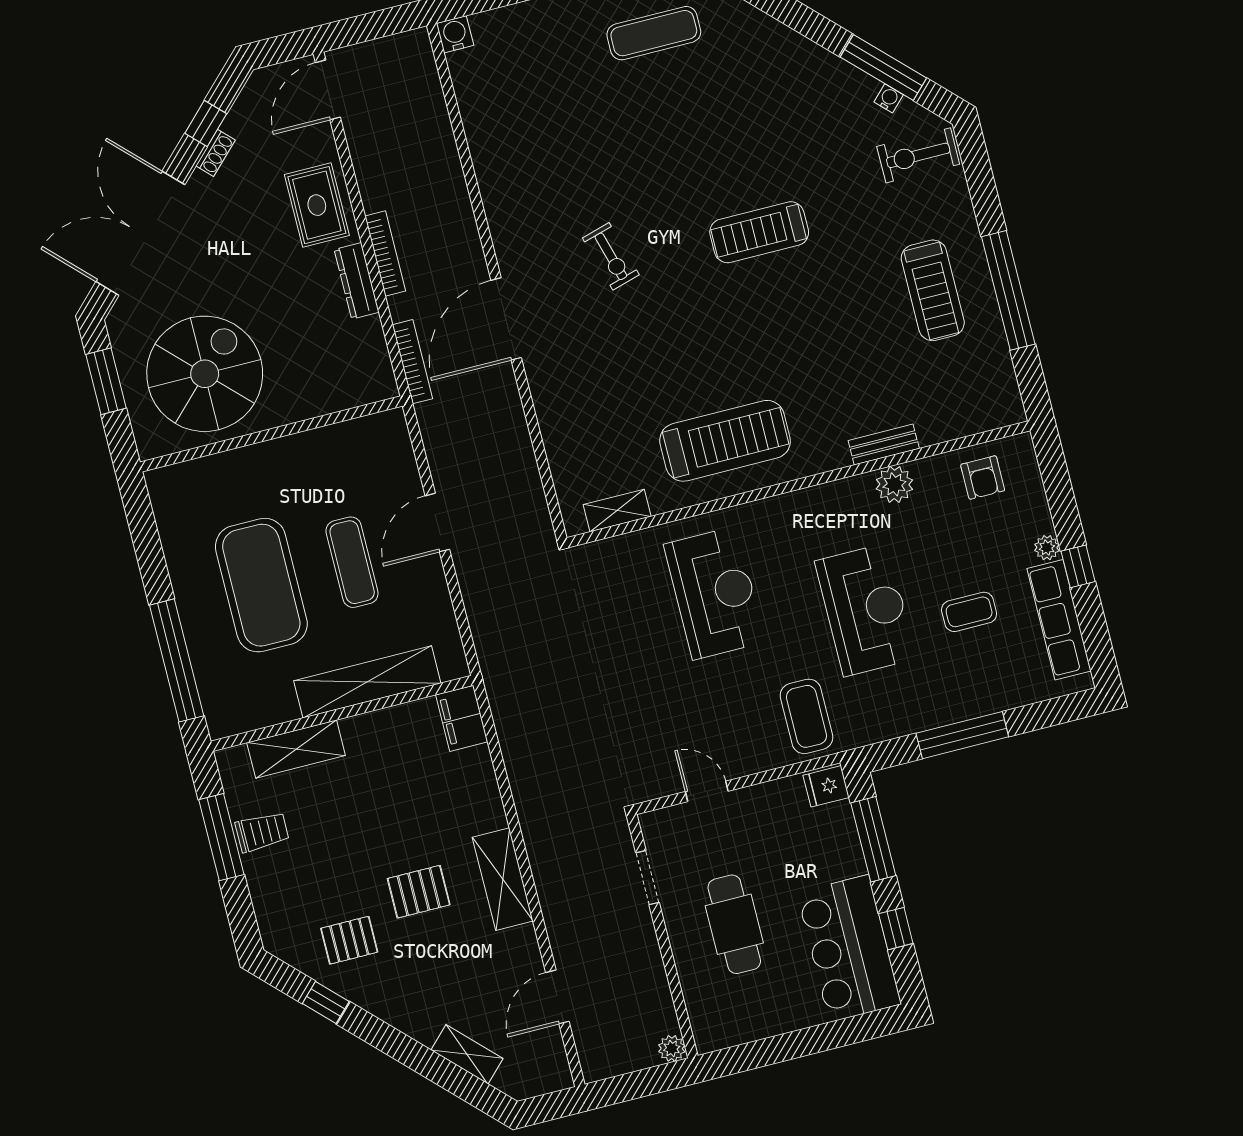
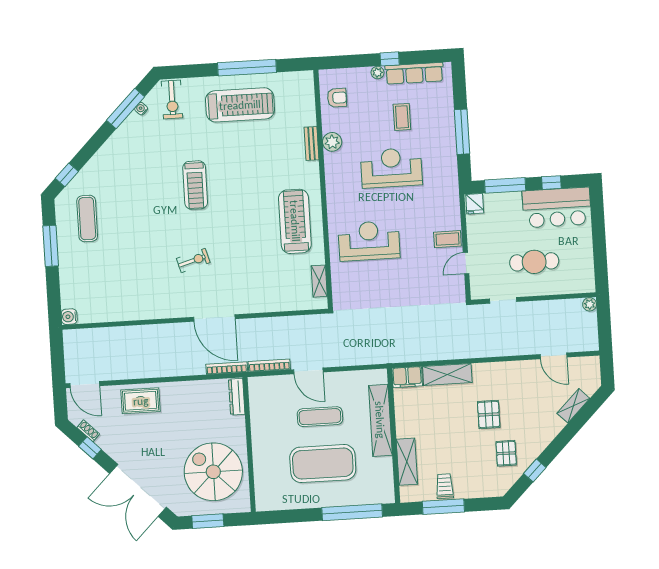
shoe rack: (215, 153) -> (88, 431), moved
bookcase: (385, 253) -> (269, 365), moved
dresser: (357, 281) -> (237, 397), moved, turned 90
treadmill: (933, 290) -> (240, 105), width x1.37, depth x1.38
coffee table: (806, 716) -> (447, 239), moved, width x0.73, depth x0.77
shelving: (503, 879) -> (447, 374), moved

